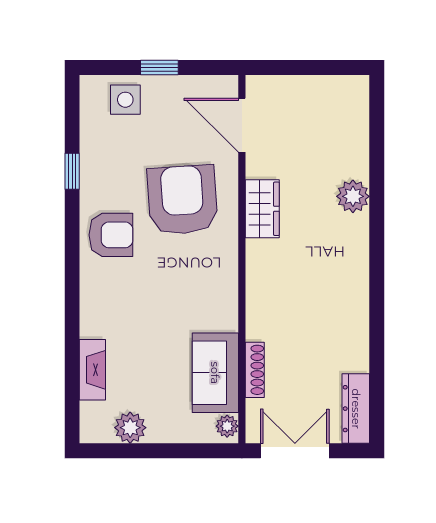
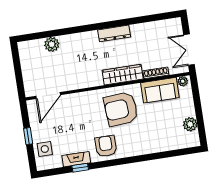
plant: (353, 196) -> (52, 44), moved
armchair: (182, 200) -> (121, 109), moved
wardrobe: (262, 209) -> (123, 75), moved, width x1.50
fireplace: (92, 370) -> (76, 159), moved
dresser: (356, 409) -> (114, 33), moved

